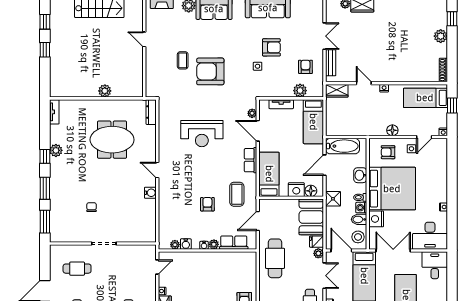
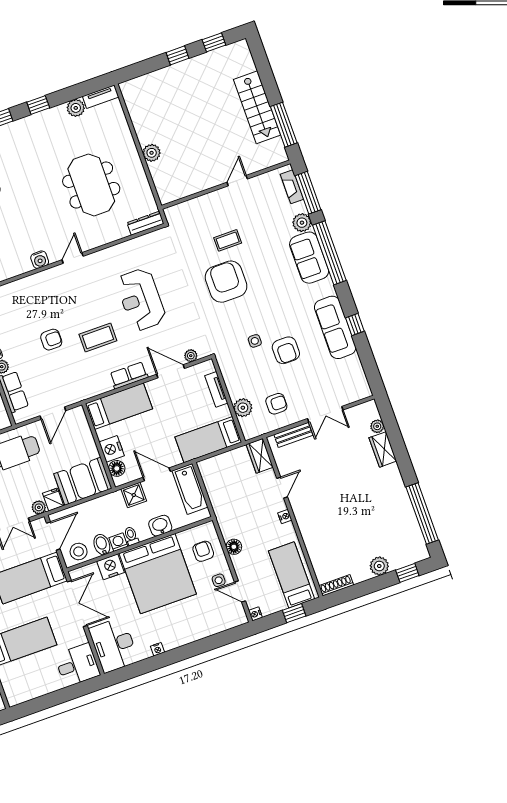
door: (258, 131) -> (171, 371), hinge flipped
plant: (56, 150) -> (76, 108), moved
coffee table: (237, 194) -> (98, 337), moved
shower: (333, 199) -> (134, 495), moved
door: (258, 221) -> (53, 413), swing flipped

